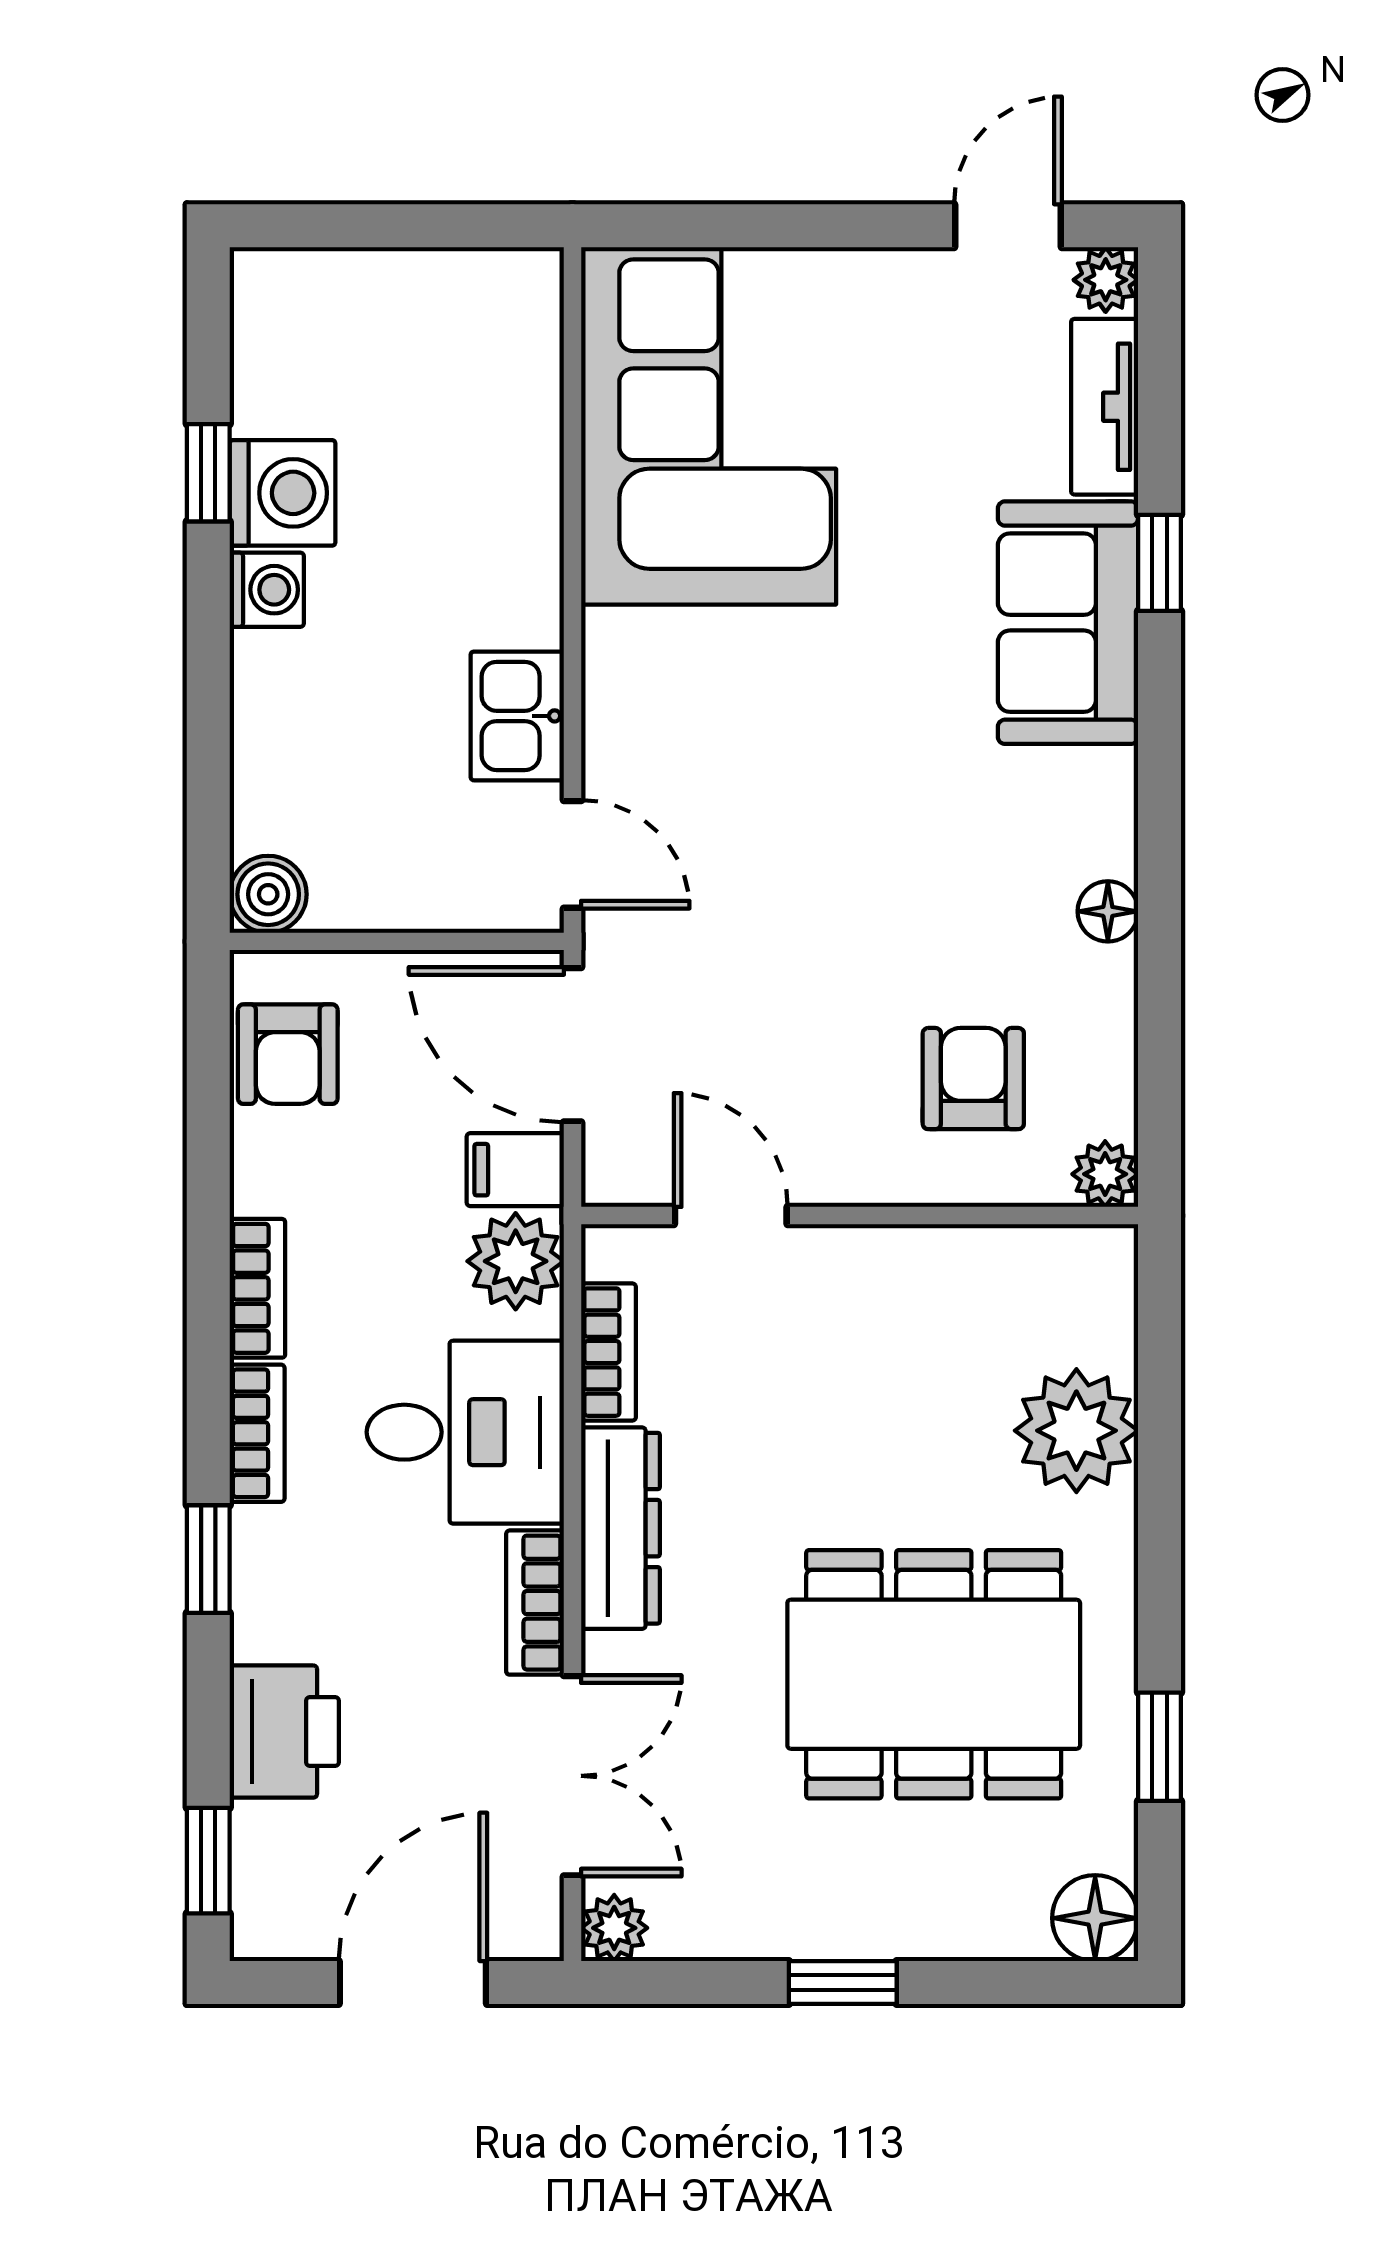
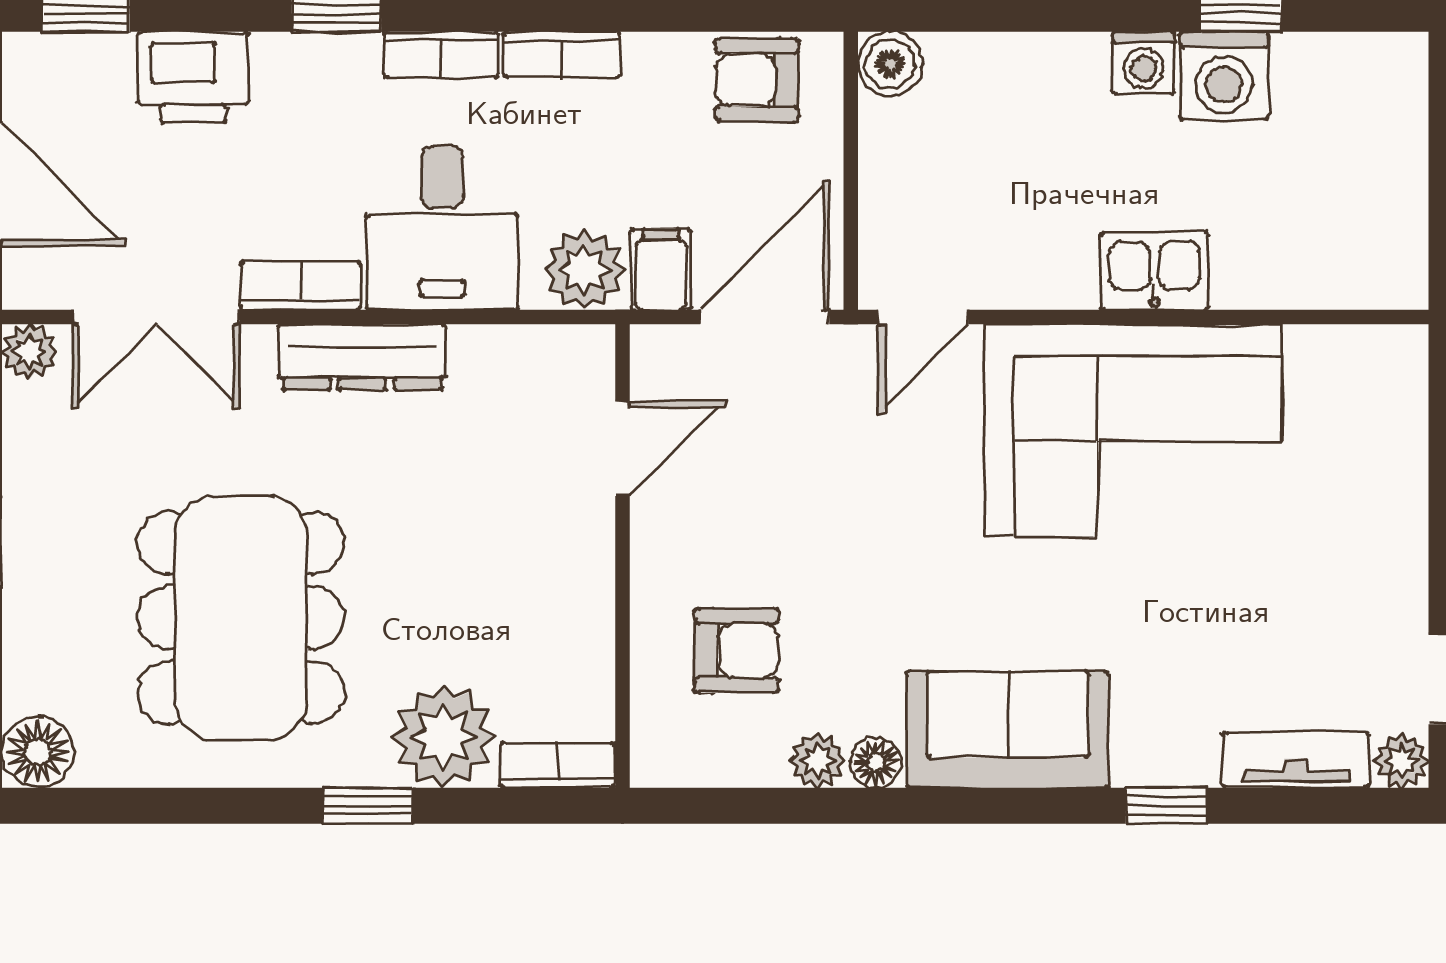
corner sofa: (709, 426) -> (1133, 430), moved
sofa: (1068, 623) -> (1008, 729), moved
kitchen sink: (517, 716) -> (1154, 271), moved
plant: (1105, 1174) -> (817, 760), moved
bookcase: (608, 1352) -> (558, 765), moved, turned 180
window: (1159, 1747) -> (368, 806), moved

